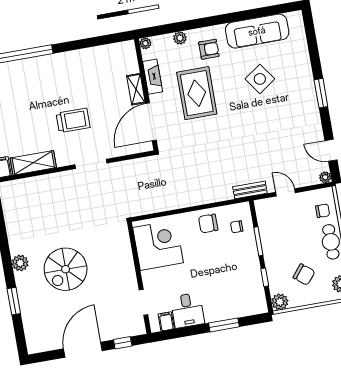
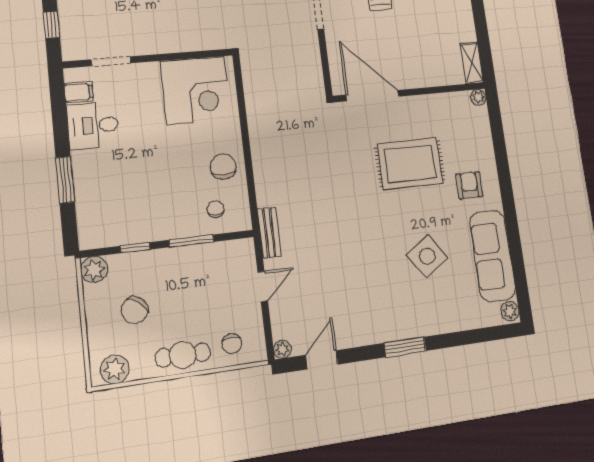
plant: (180, 38) -> (510, 311), moved
armchair: (209, 49) -> (469, 185), turned 180
fireplace: (153, 77) -> (434, 103), removed
shelving: (136, 89) -> (472, 63), moved, turned 90

